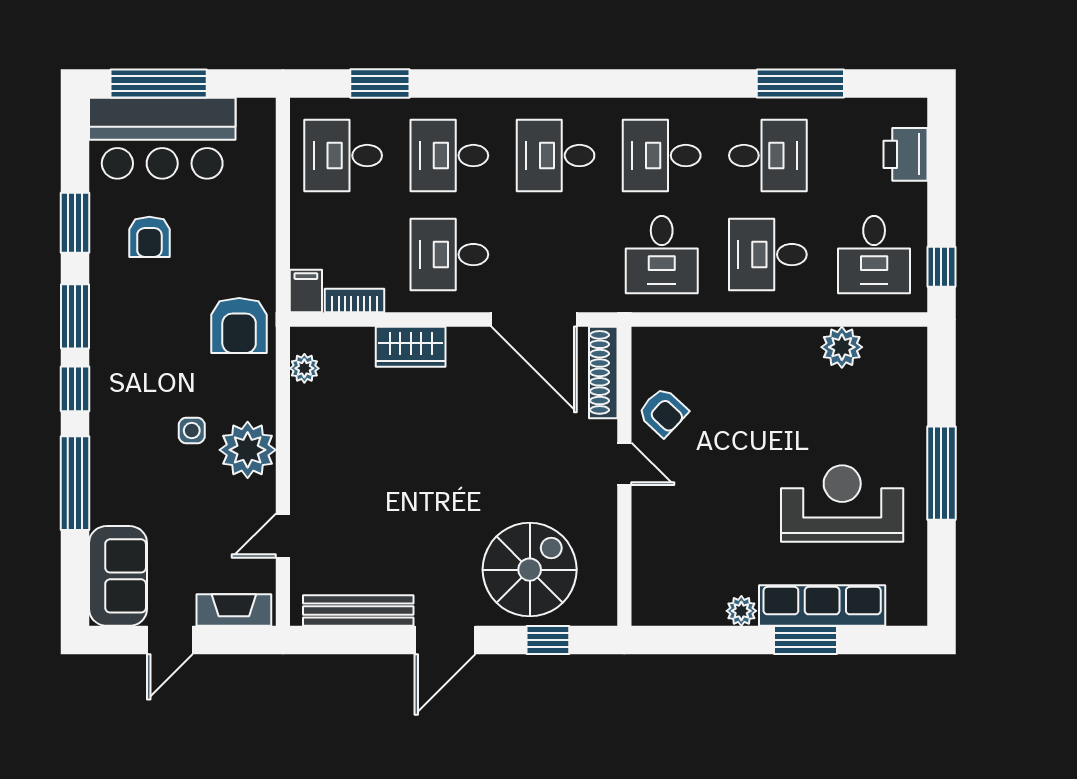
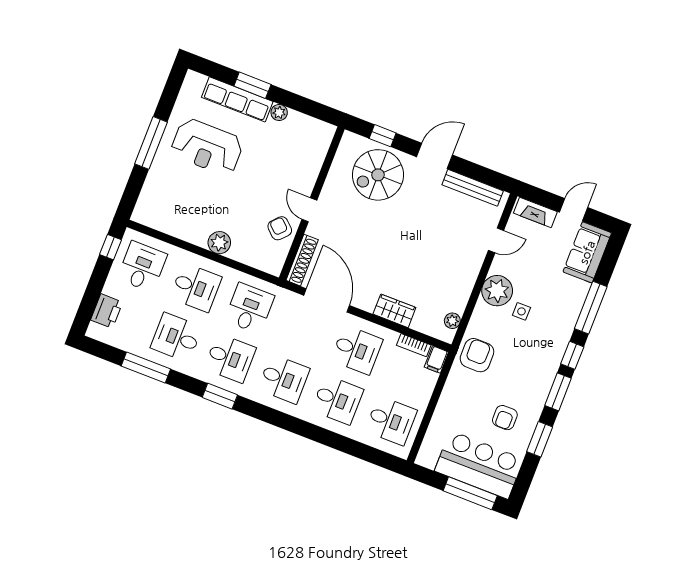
window: (380, 84) -> (220, 396), moved
armchair: (149, 237) -> (505, 418), turned 180
plant: (842, 347) -> (219, 243), moved

